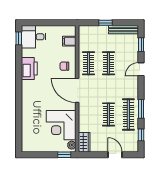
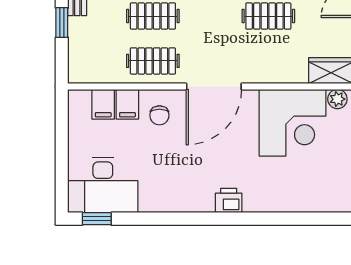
desk: (34, 37) -> (103, 185), width x1.37
filing cabinet: (69, 52) -> (127, 104), added
printer: (29, 68) -> (229, 200), moved, width x0.53, depth x0.68

